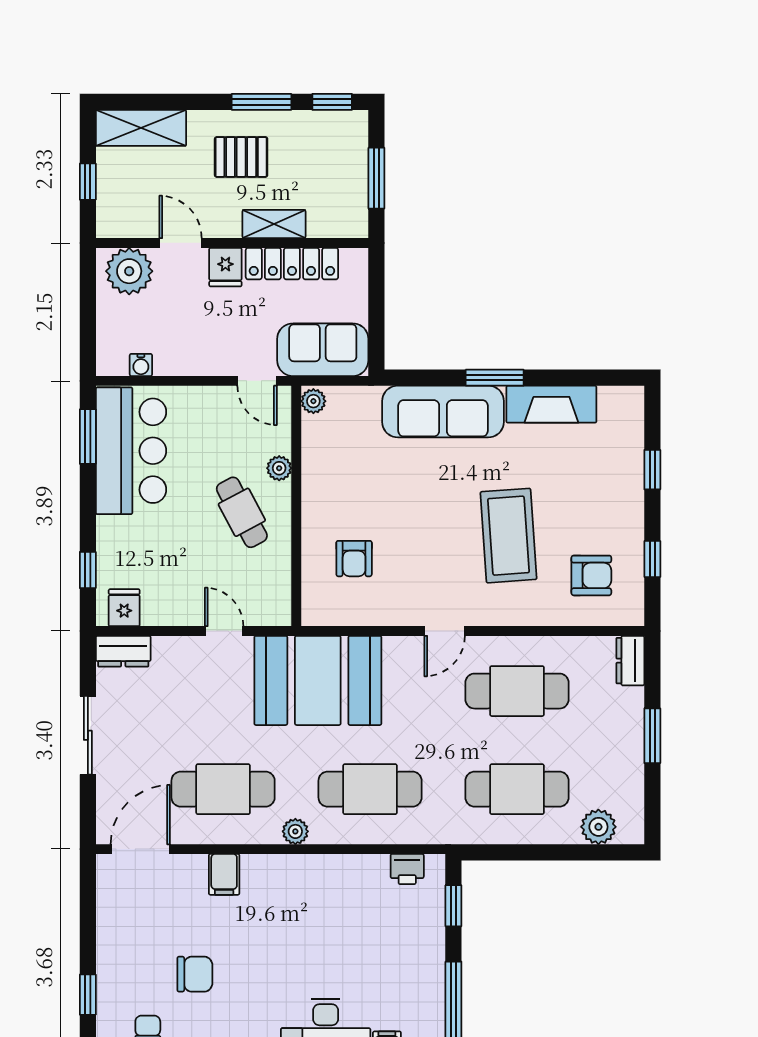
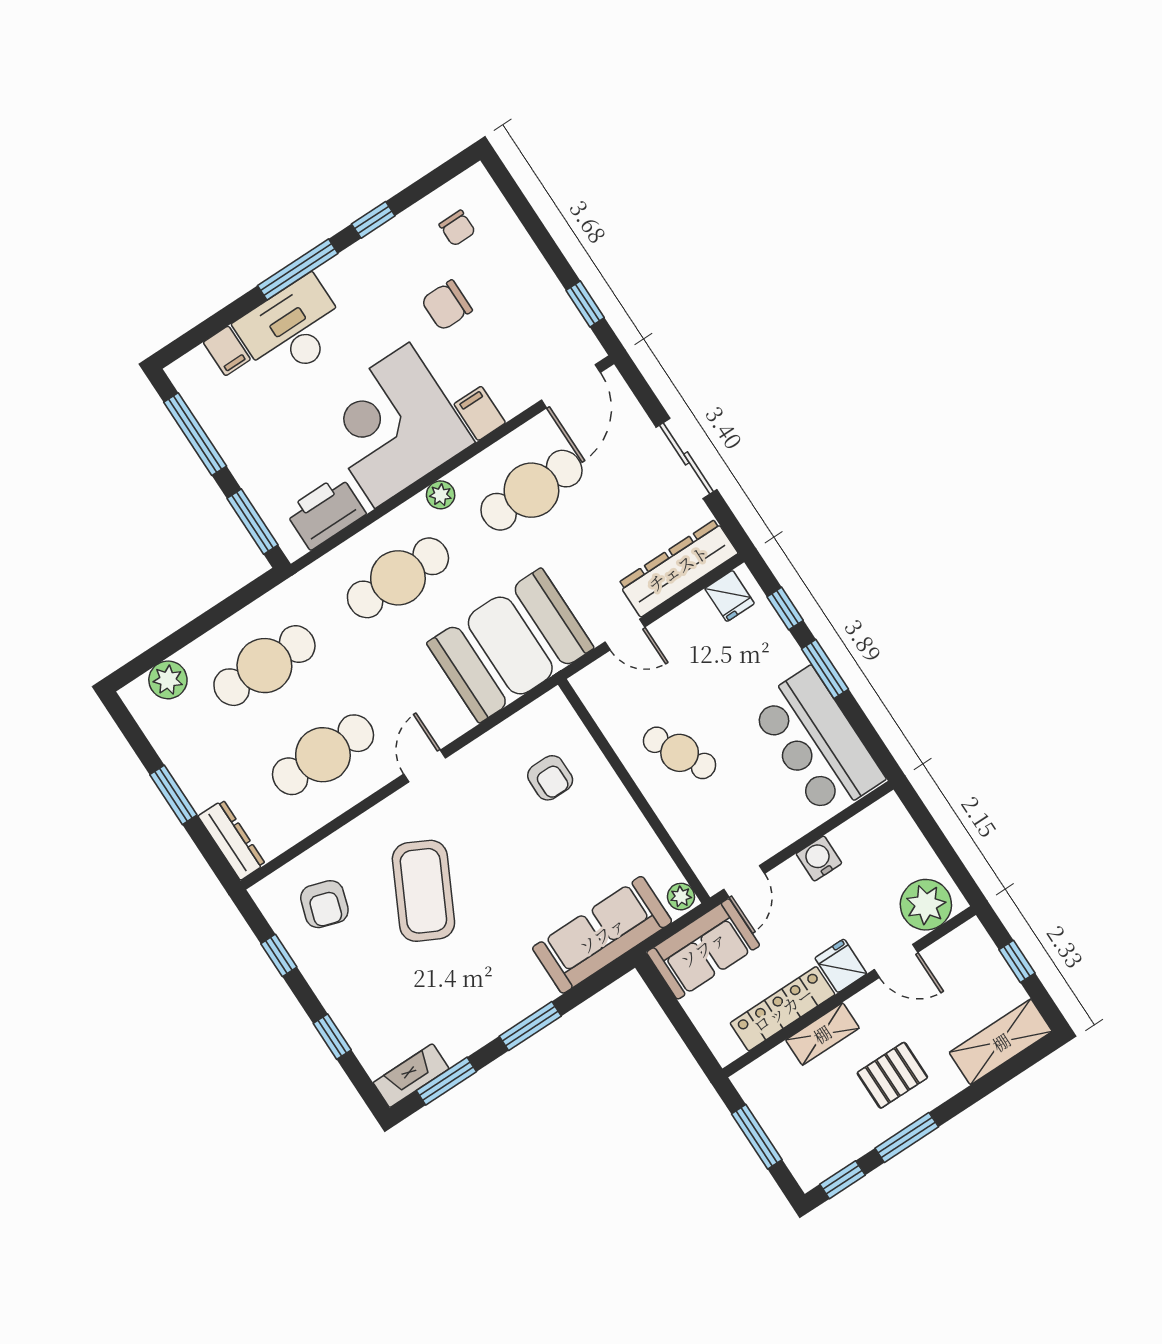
water cooler: (141, 365) -> (819, 859), moved, width x1.38, depth x1.38
window: (587, 378) -> (446, 1081), added
door: (257, 381) -> (744, 881), swing flipped
fireplace: (551, 404) -> (411, 1076), moved, width x0.73, depth x0.76
sofa: (443, 412) -> (602, 935), moved
window: (88, 437) -> (825, 669), moved
plant: (279, 468) -> (672, 815), removed
coffee table: (509, 536) -> (423, 891), turned 31
armchair: (354, 559) -> (550, 778), turned 180
armchair: (591, 575) -> (324, 904), turned -72
dresser: (123, 651) -> (678, 568), width x1.96, depth x1.24
dresser: (630, 661) -> (232, 840), width x1.44
printer: (407, 869) -> (325, 512), width x1.87, depth x1.48
window: (453, 906) -> (253, 522), width x1.50
corner desk: (297, 909) -> (392, 425), added
window: (88, 995) -> (585, 304), moved

